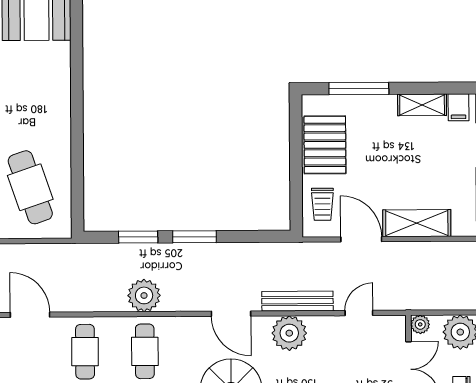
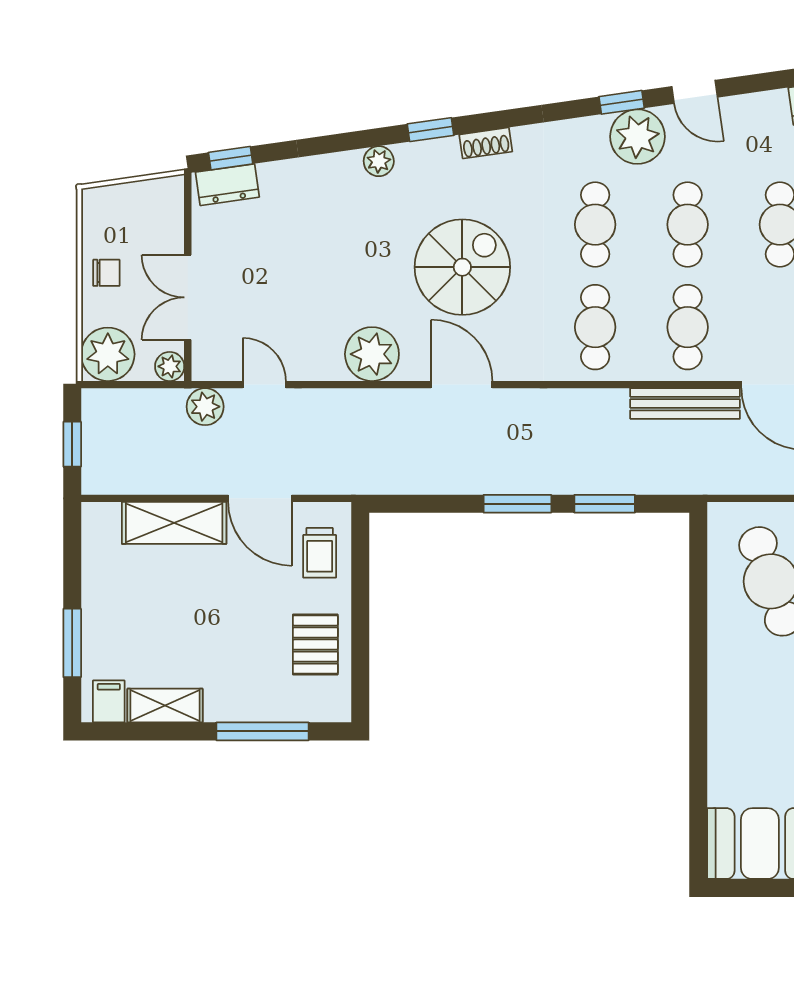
pallet: (325, 145) -> (315, 645), width x0.67, depth x0.71
trolley: (322, 204) -> (320, 553), turned 180
plant: (144, 295) -> (205, 407), moved, width x0.73, depth x0.73
bench: (297, 301) -> (685, 404), moved
door: (359, 313) -> (264, 385), swing flipped

